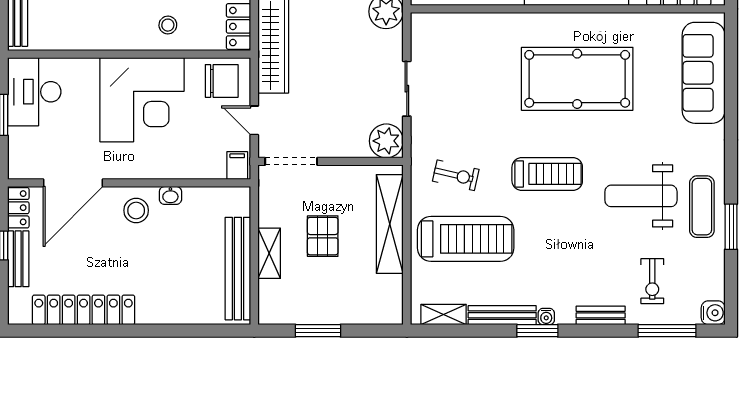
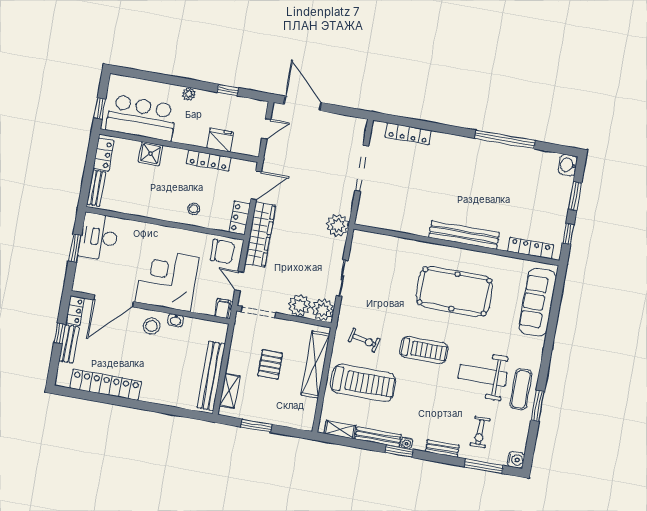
corner desk: (142, 100) -> (167, 280), moved, turned 180
plant: (350, 141) -> (299, 306), added
shelving: (269, 253) -> (229, 391), moved

